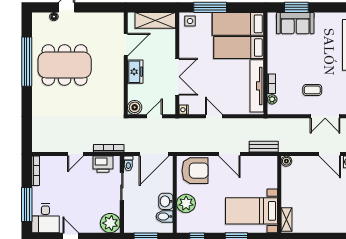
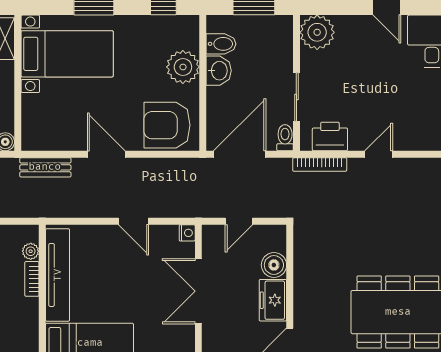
boiler: (135, 107) -> (274, 265), moved

